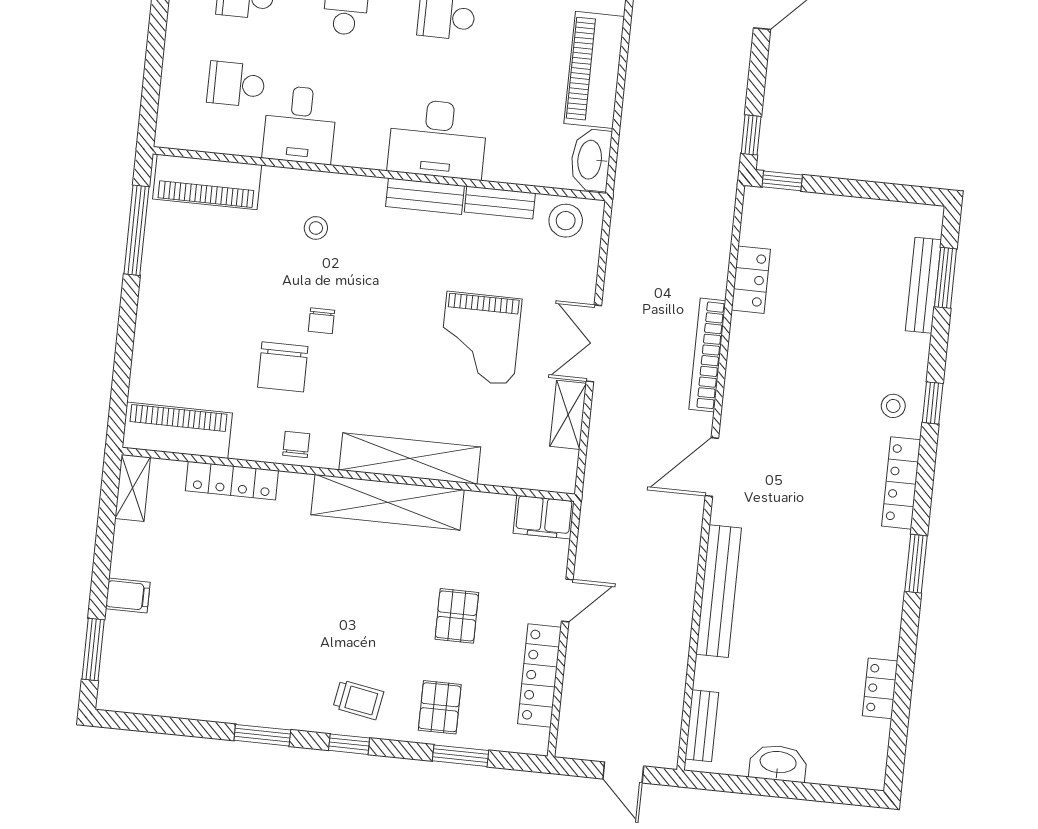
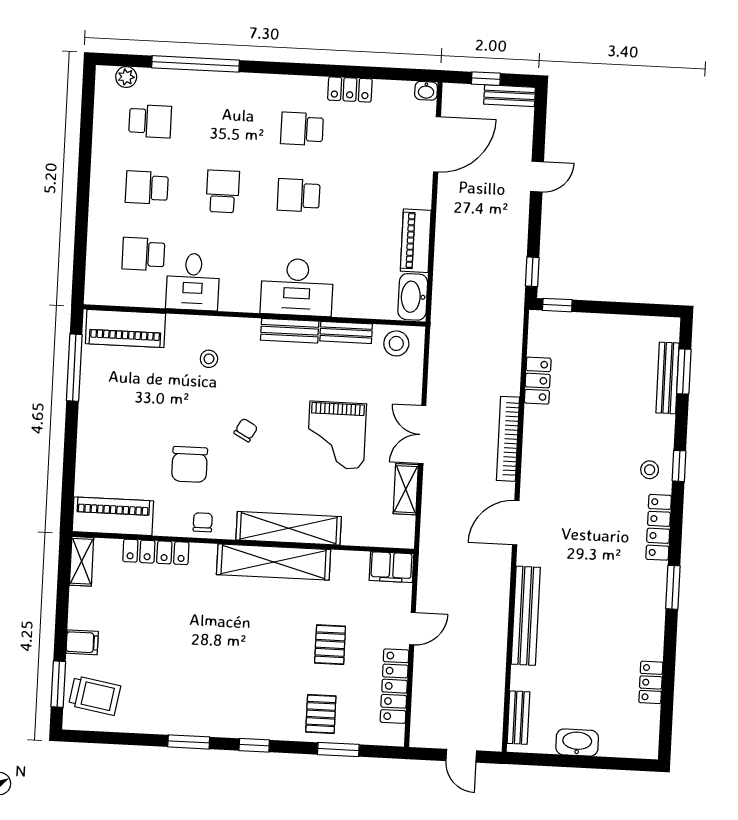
piano: (594, 70) -> (416, 241), width x0.73, depth x0.75
chair: (321, 321) -> (246, 430), moved, turned -151
trolley: (358, 700) -> (95, 696), moved, width x1.36, depth x1.39

